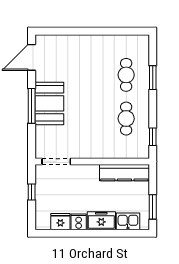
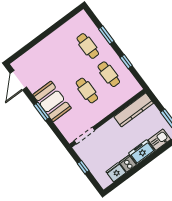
window: (32, 106) -> (42, 111), width x0.69
cafe table: (92, 119) -> (87, 91), added
window: (153, 137) -> (126, 62), moved

